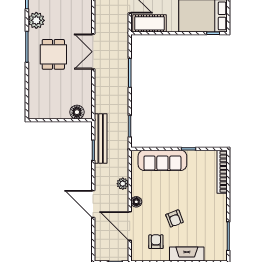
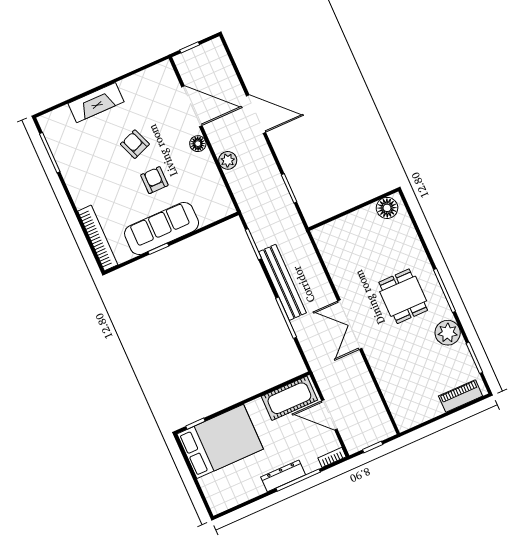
double door: (93, 52) -> (350, 325), swing flipped
floor lamp: (77, 112) -> (387, 208), moved
bench: (101, 139) -> (282, 282), moved
sofa: (162, 160) -> (162, 228), moved
armchair: (156, 242) -> (154, 180), moved, turned 180

